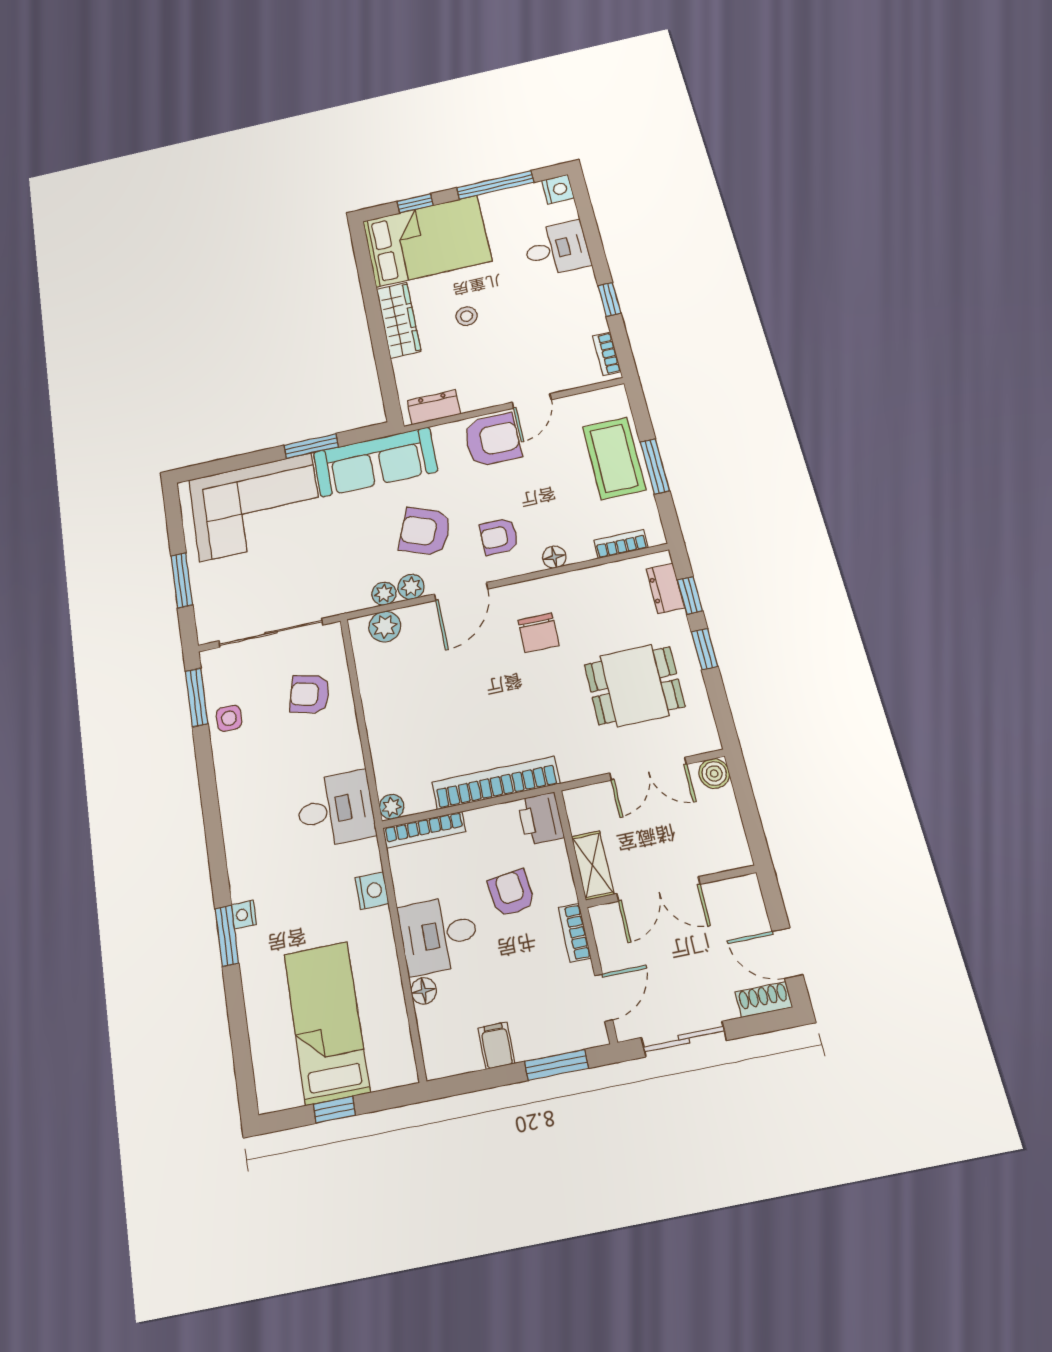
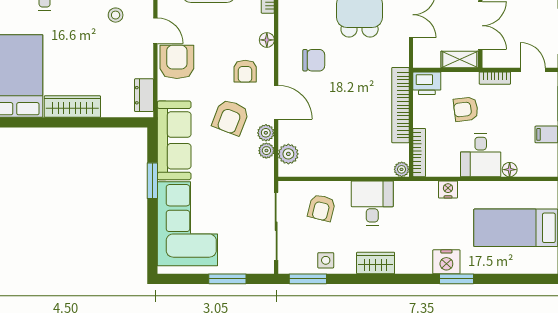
stool: (467, 316) -> (116, 15), moved
wardrobe: (235, 797) -> (376, 263), added
desk: (335, 809) -> (372, 203), moved
nightstand: (244, 915) -> (446, 262), width x1.89, depth x1.79

